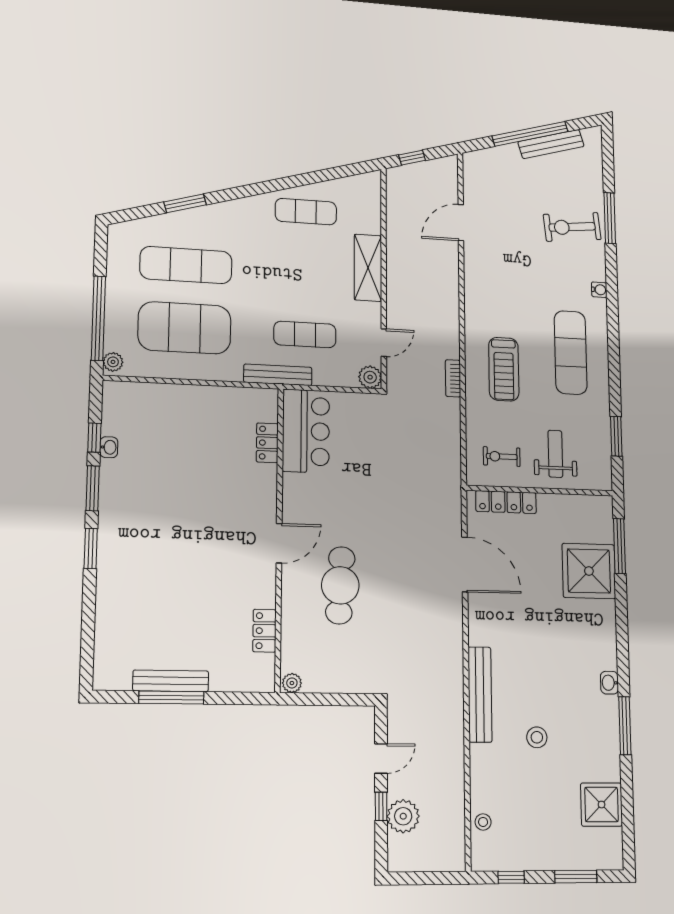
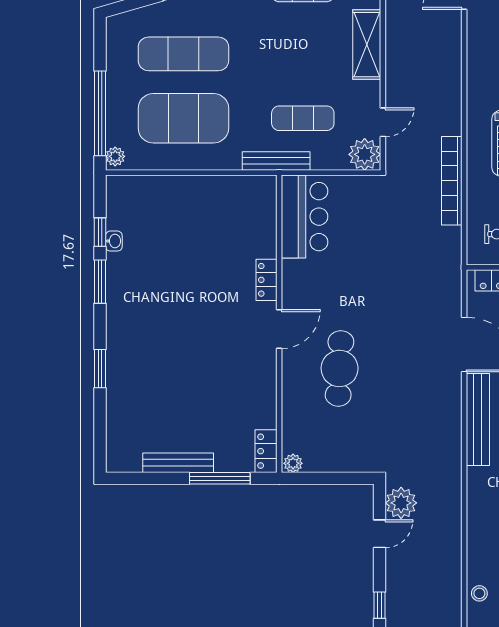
plant: (370, 377) -> (365, 154), width x1.36, depth x1.36
bookcase: (453, 378) -> (452, 181), width x2.31, depth x1.31
locker: (267, 443) -> (266, 280), moved
window: (91, 548) -> (100, 369), moved
locker: (264, 631) -> (266, 451), moved
bench: (480, 694) -> (478, 419), moved
window: (171, 697) -> (220, 478), moved
window: (381, 806) -> (380, 605), moved
plant: (403, 816) -> (401, 503), moved

